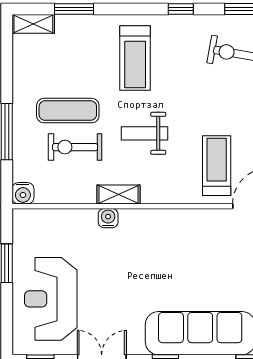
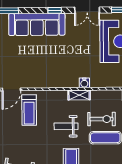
weight bench: (144, 133) -> (66, 126), turned 180

